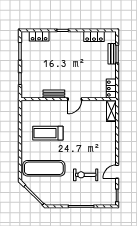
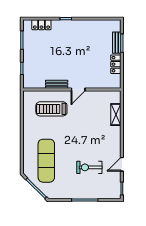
locker: (94, 37) -> (98, 25), removed
locker: (111, 89) -> (116, 64), moved
shelving: (111, 111) -> (116, 115), moved
treadmill: (48, 133) -> (51, 109), moved
exercise mat: (44, 168) -> (46, 161), turned 90

